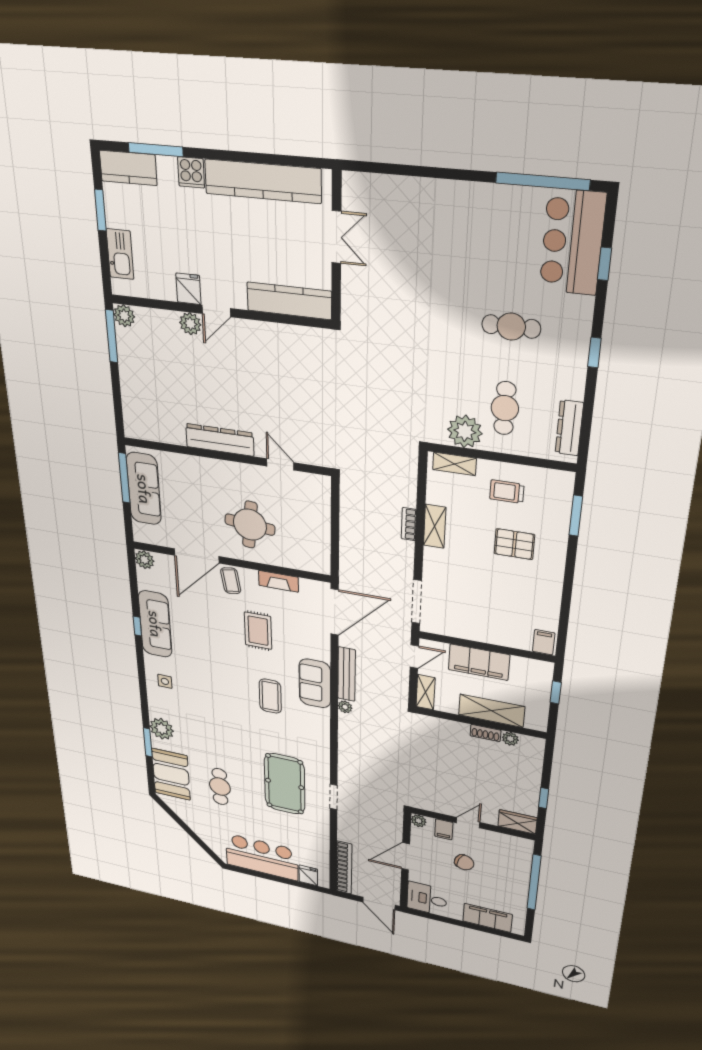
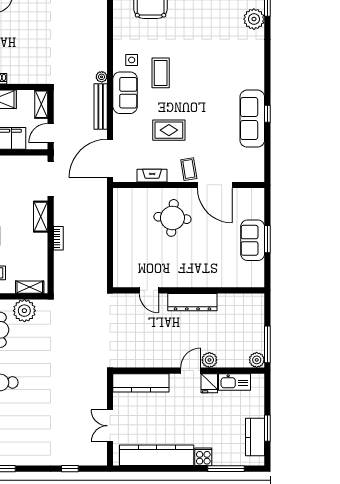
kitchen counter: (128, 168) -> (255, 437), moved, turned -90
window: (403, 170) -> (70, 469), added
kitchen sink: (120, 254) -> (235, 382), moved, turned -90
dresser: (220, 440) -> (192, 302), moved
wall: (225, 456) -> (189, 290), moved
door: (280, 464) -> (149, 290), moved
window: (124, 478) -> (267, 239), width x0.69
sofa: (144, 489) -> (253, 240), width x0.73
shelving: (435, 526) -> (41, 217), moved
door: (197, 556) -> (215, 185), swing flipped
plant: (144, 560) -> (257, 174), removed
rug: (258, 631) -> (169, 130), turned 90
side table: (165, 681) -> (132, 60), moved

